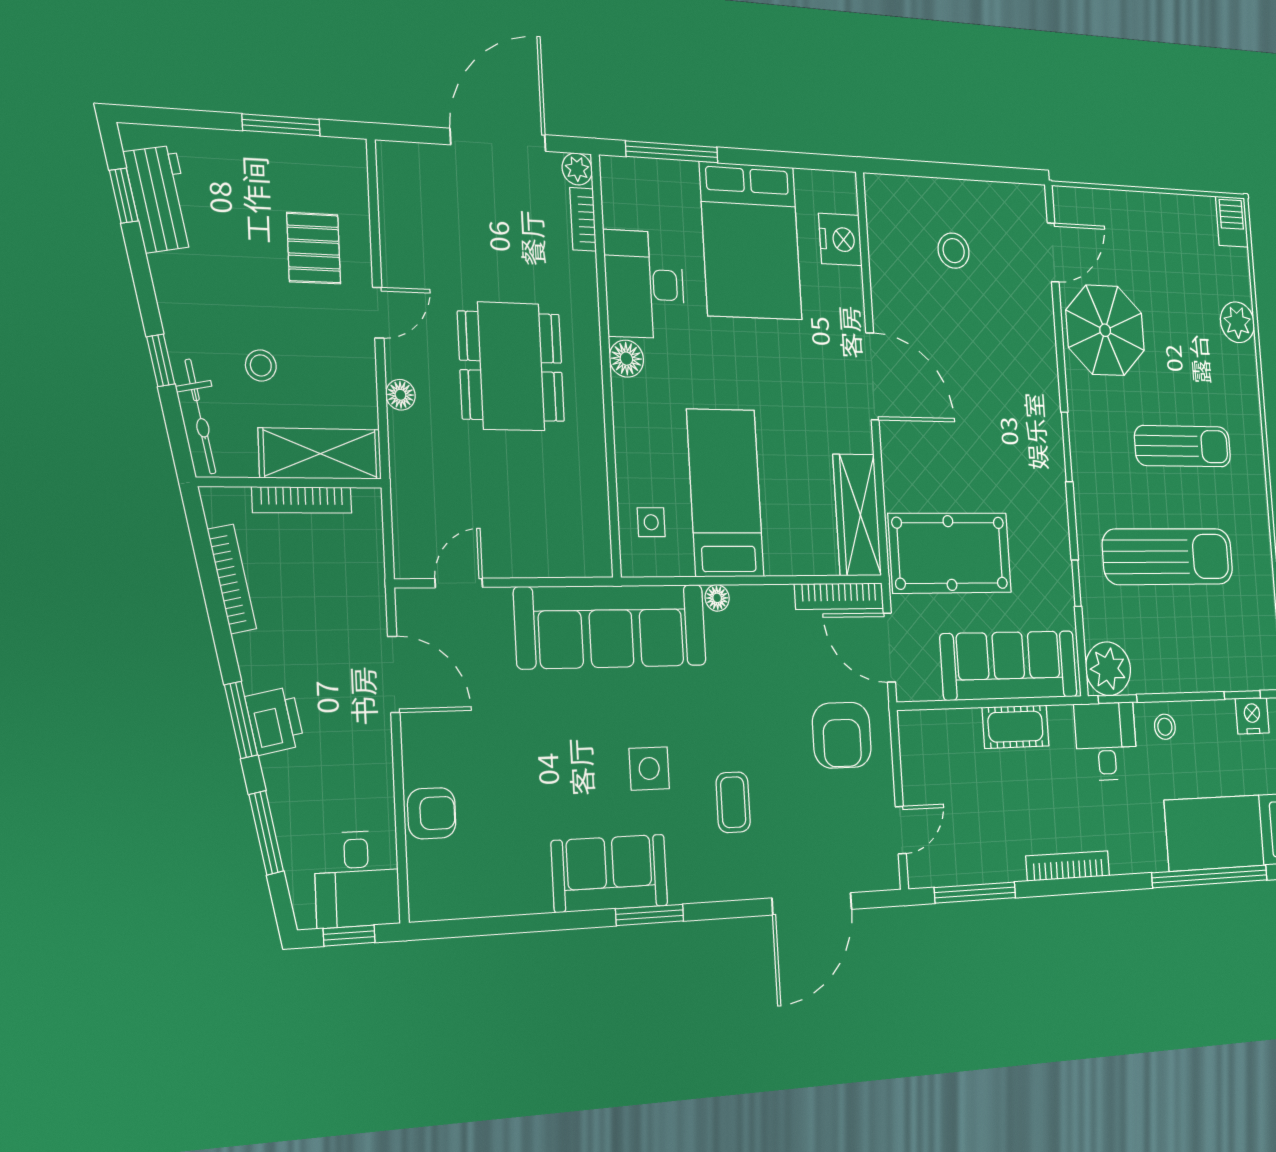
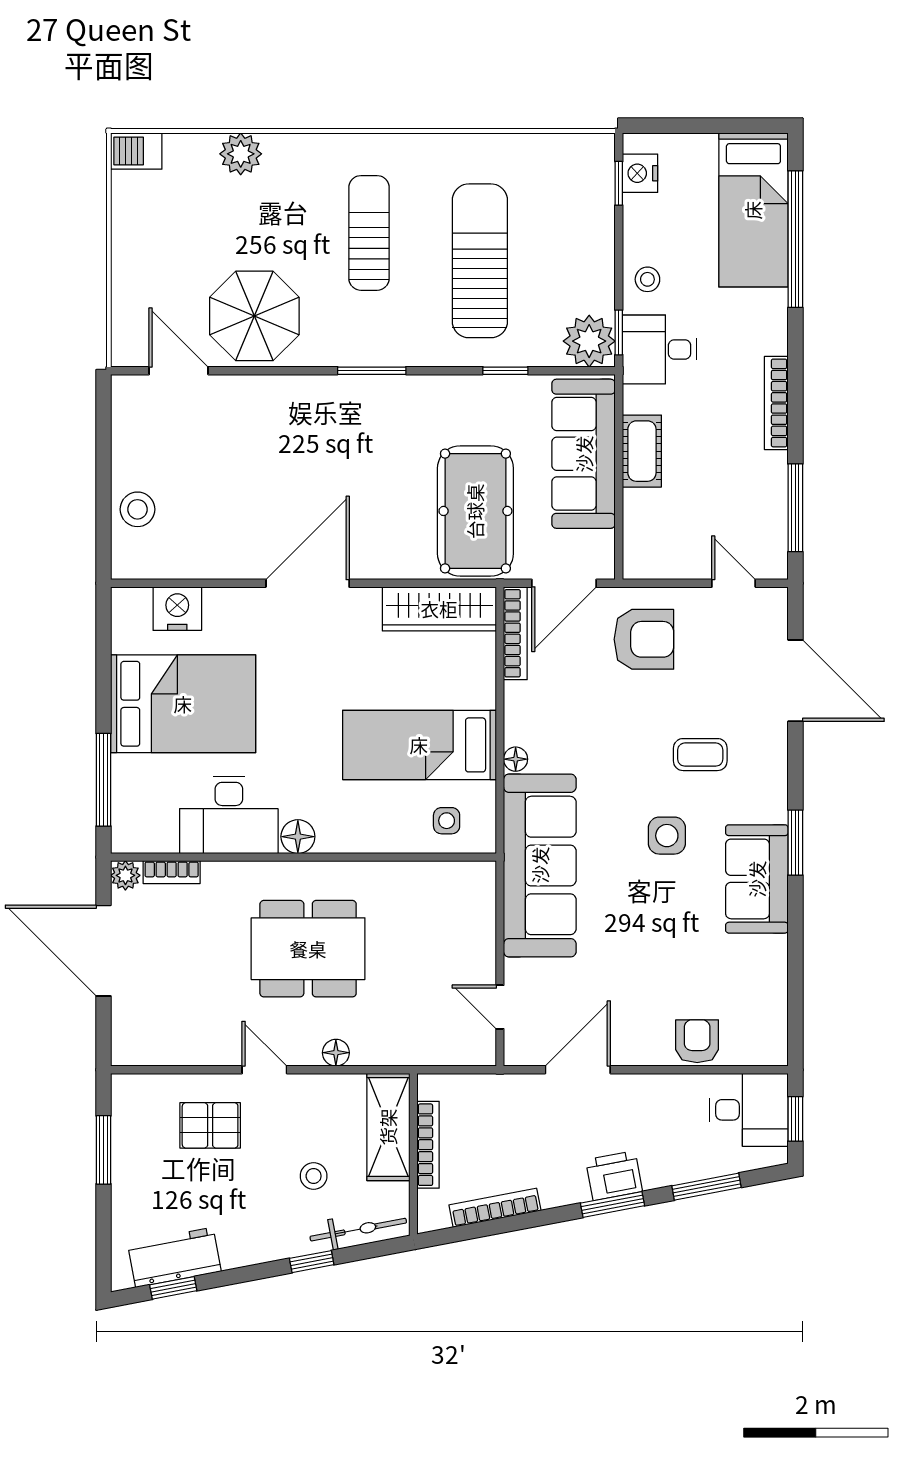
stool: (954, 251) -> (137, 509), moved

